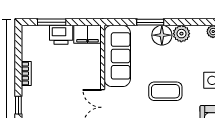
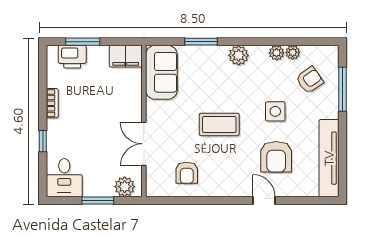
printer: (61, 35) -> (72, 57), moved
floor lamp: (162, 35) -> (215, 57), removed
sofa: (117, 56) -> (161, 72), width x0.73

